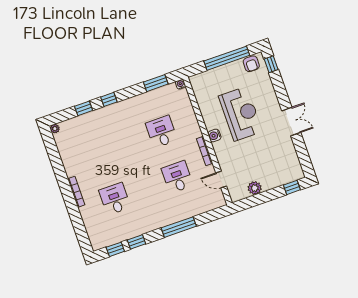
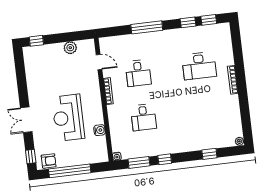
armchair: (251, 64) -> (49, 161), turned 90
window: (109, 99) -> (165, 159), moved
double door: (291, 122) -> (26, 120), moved
water cooler: (214, 135) -> (99, 130), moved
desk: (115, 199) -> (199, 66), width x1.37

